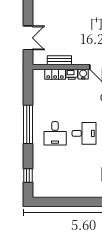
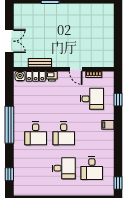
water cooler: (83, 74) -> (20, 76), moved
desk: (84, 133) -> (64, 133), turned 90
desk: (84, 169) -> (64, 168), added

